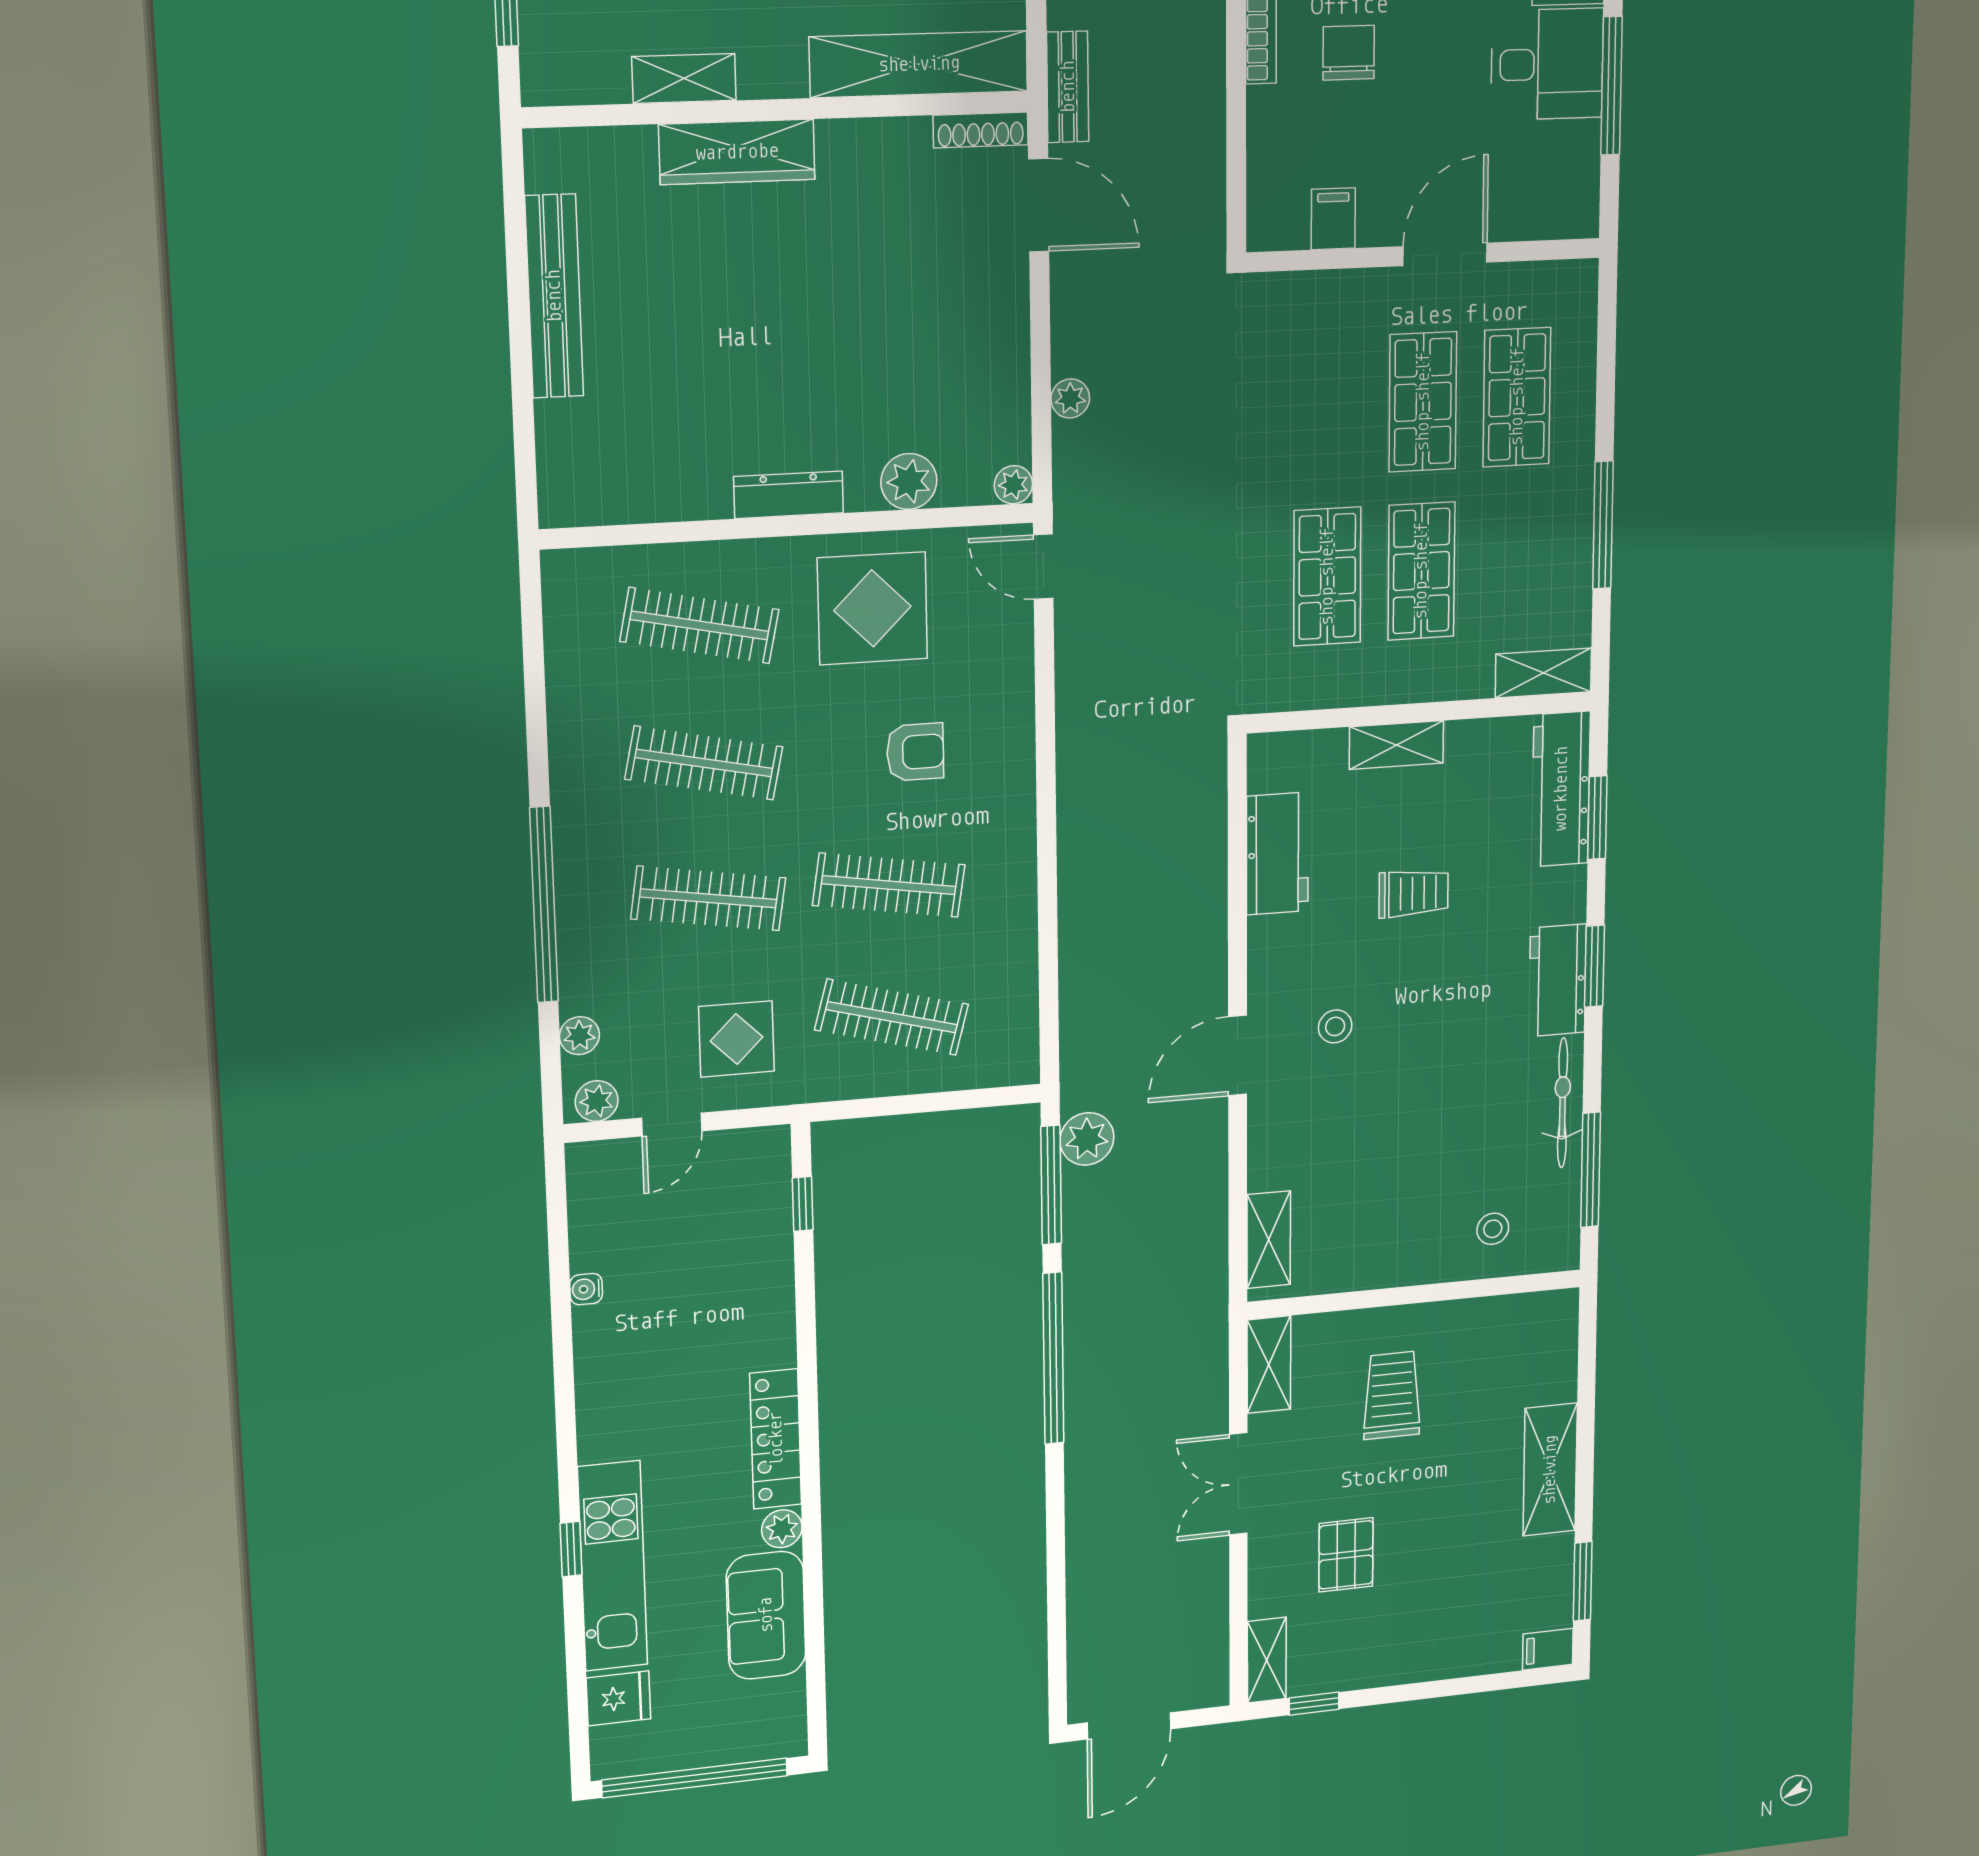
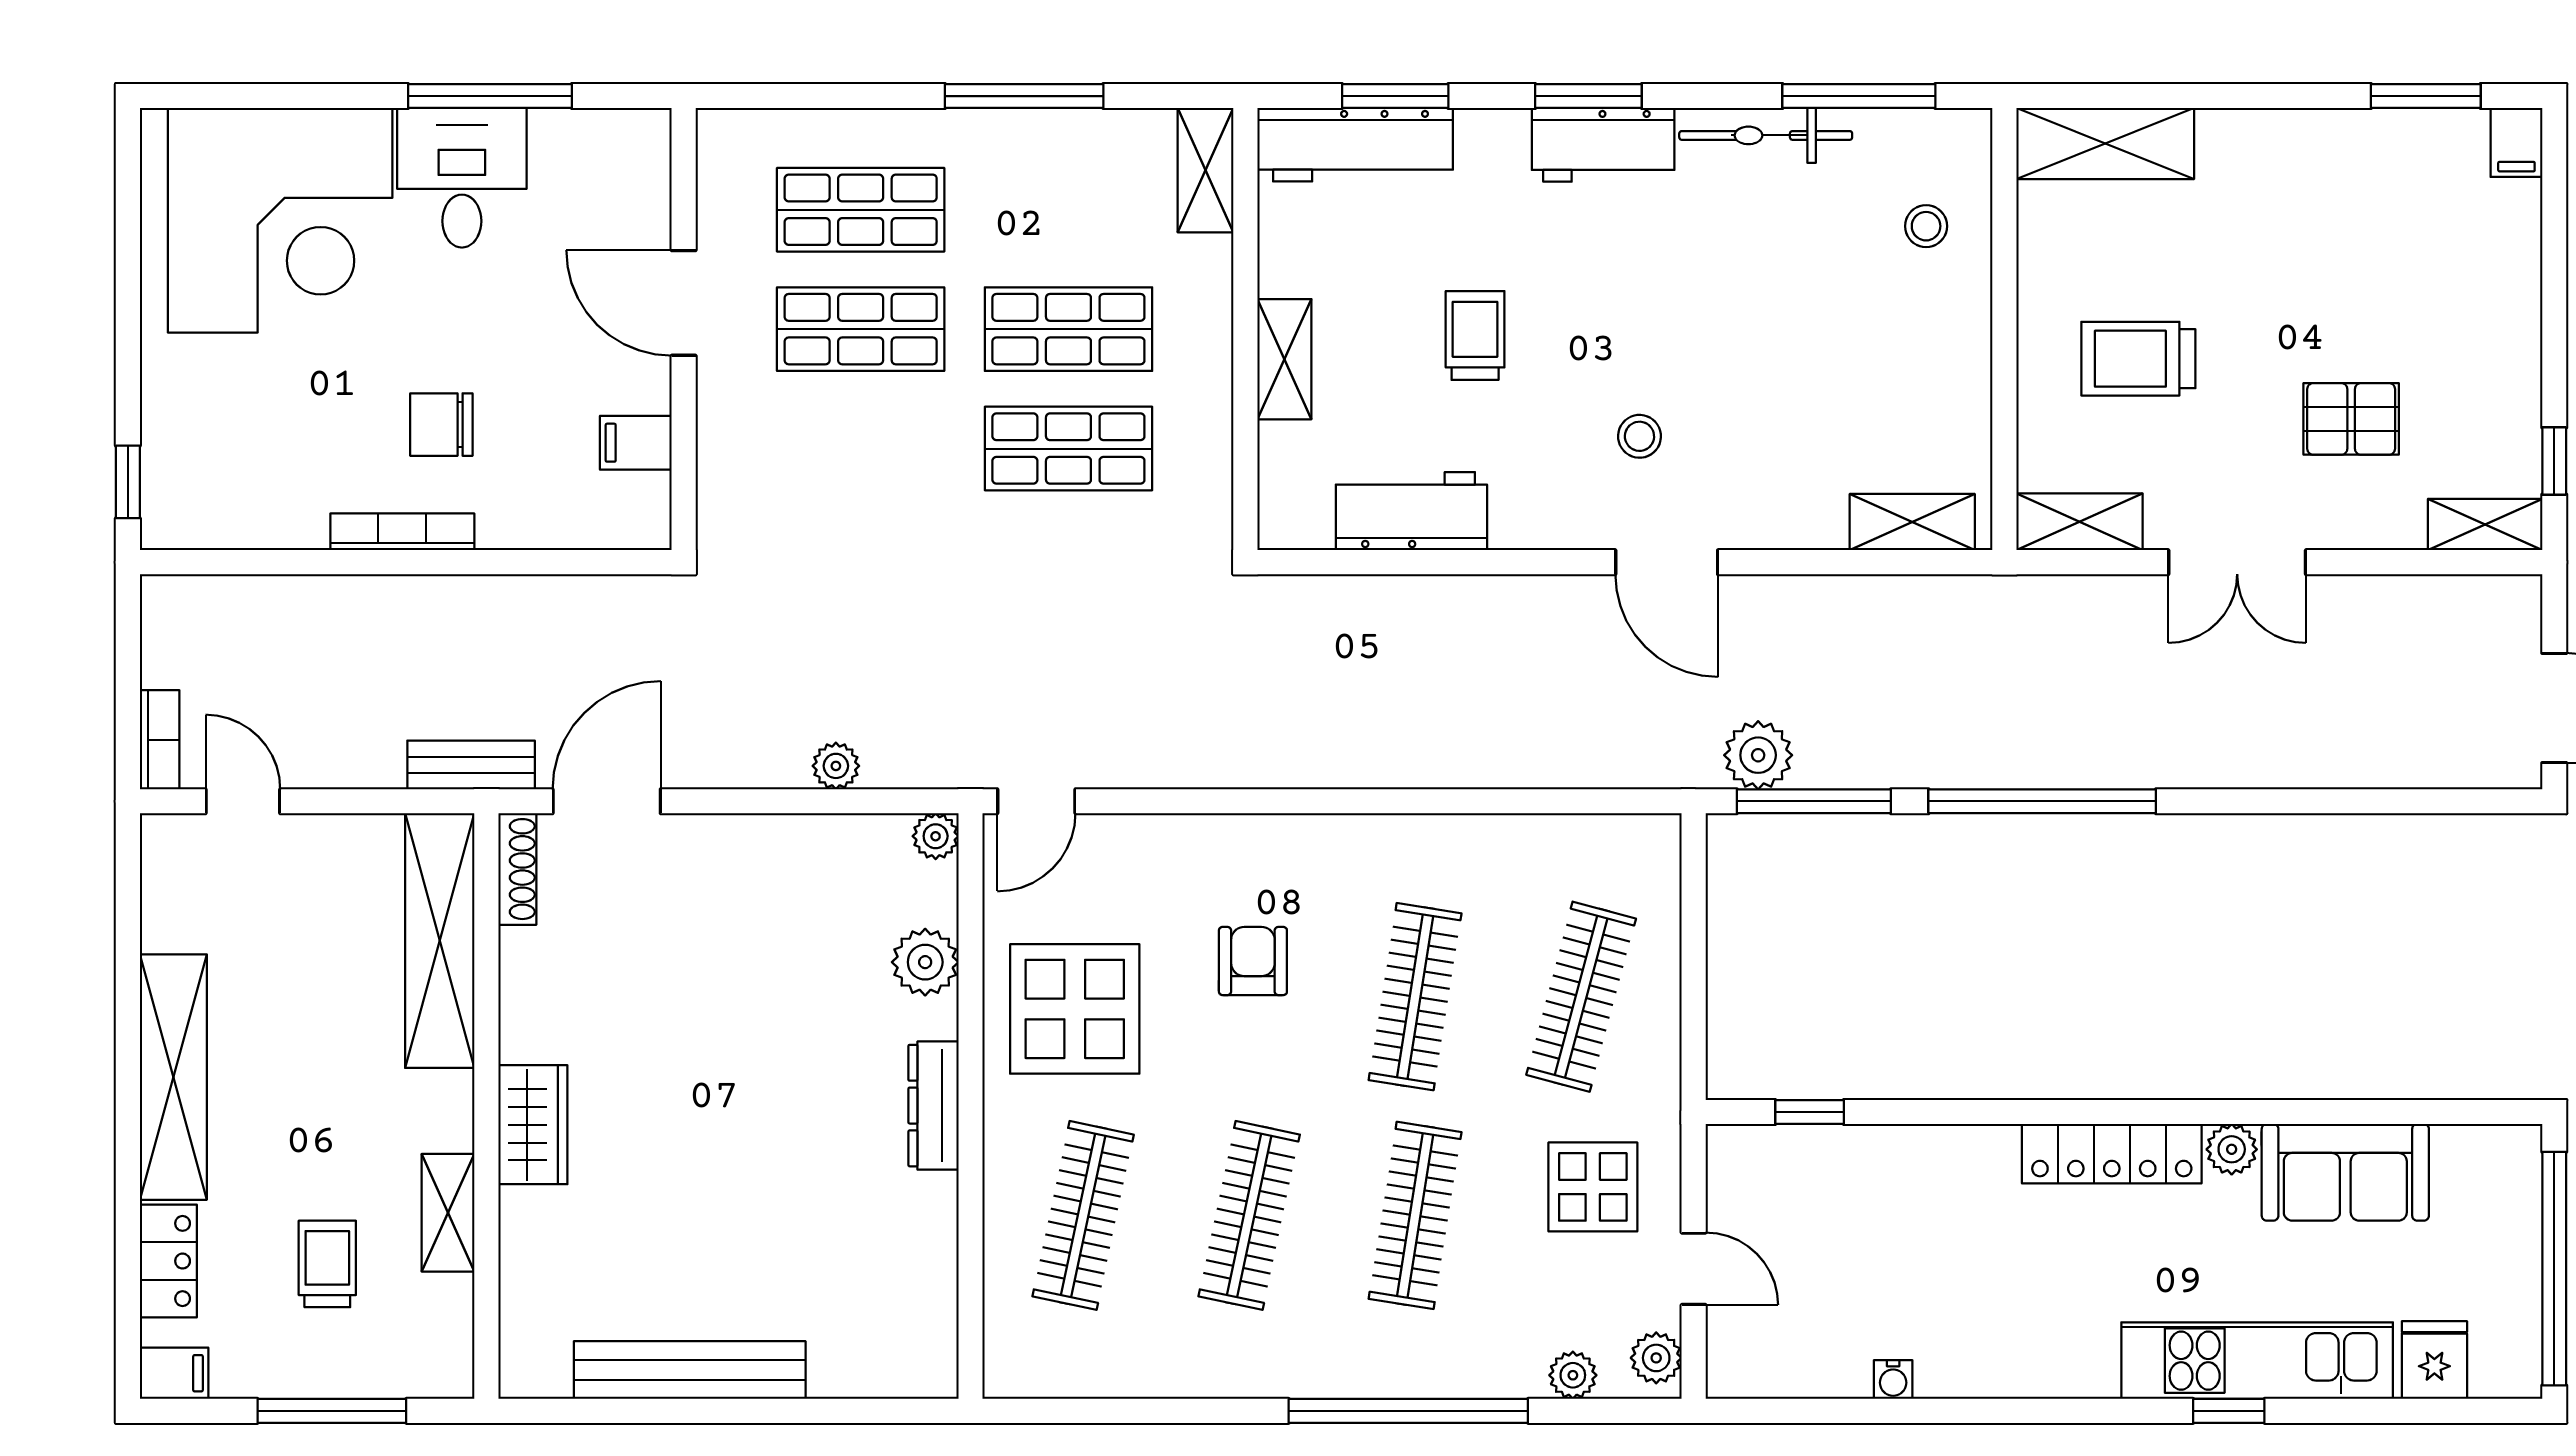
wardrobe: (737, 152) -> (533, 1125), width x0.67
shelving: (1550, 1470) -> (2105, 144), moved

